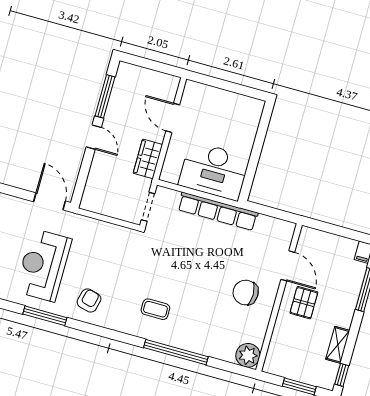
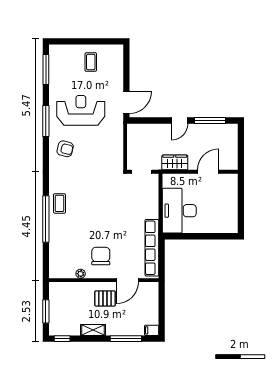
row of seats: (218, 211) -> (152, 248), moved
coffee table: (155, 309) -> (59, 203), moved
shelving: (338, 345) -> (93, 330), moved
plant: (248, 355) -> (81, 274), moved, width x0.53, depth x0.53

